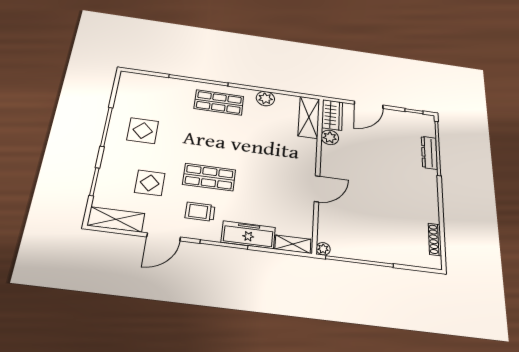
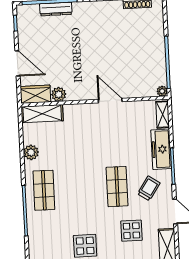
trolley: (200, 212) -> (149, 188), turned -146

